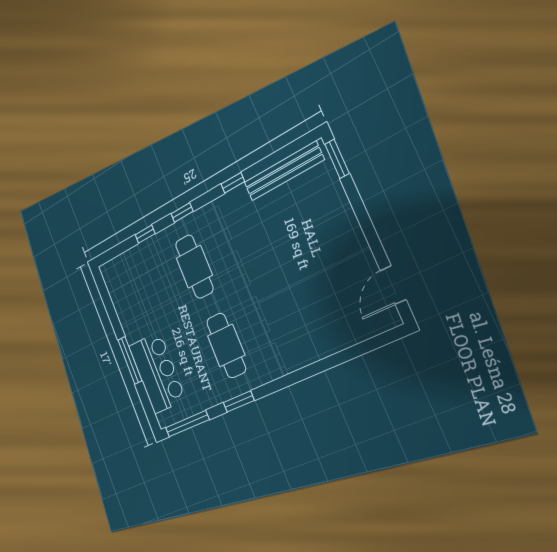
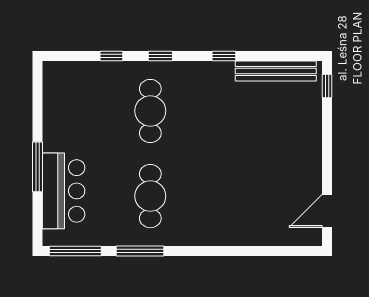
window: (337, 159) -> (327, 86), width x0.67
window: (239, 401) -> (140, 251), width x1.44

